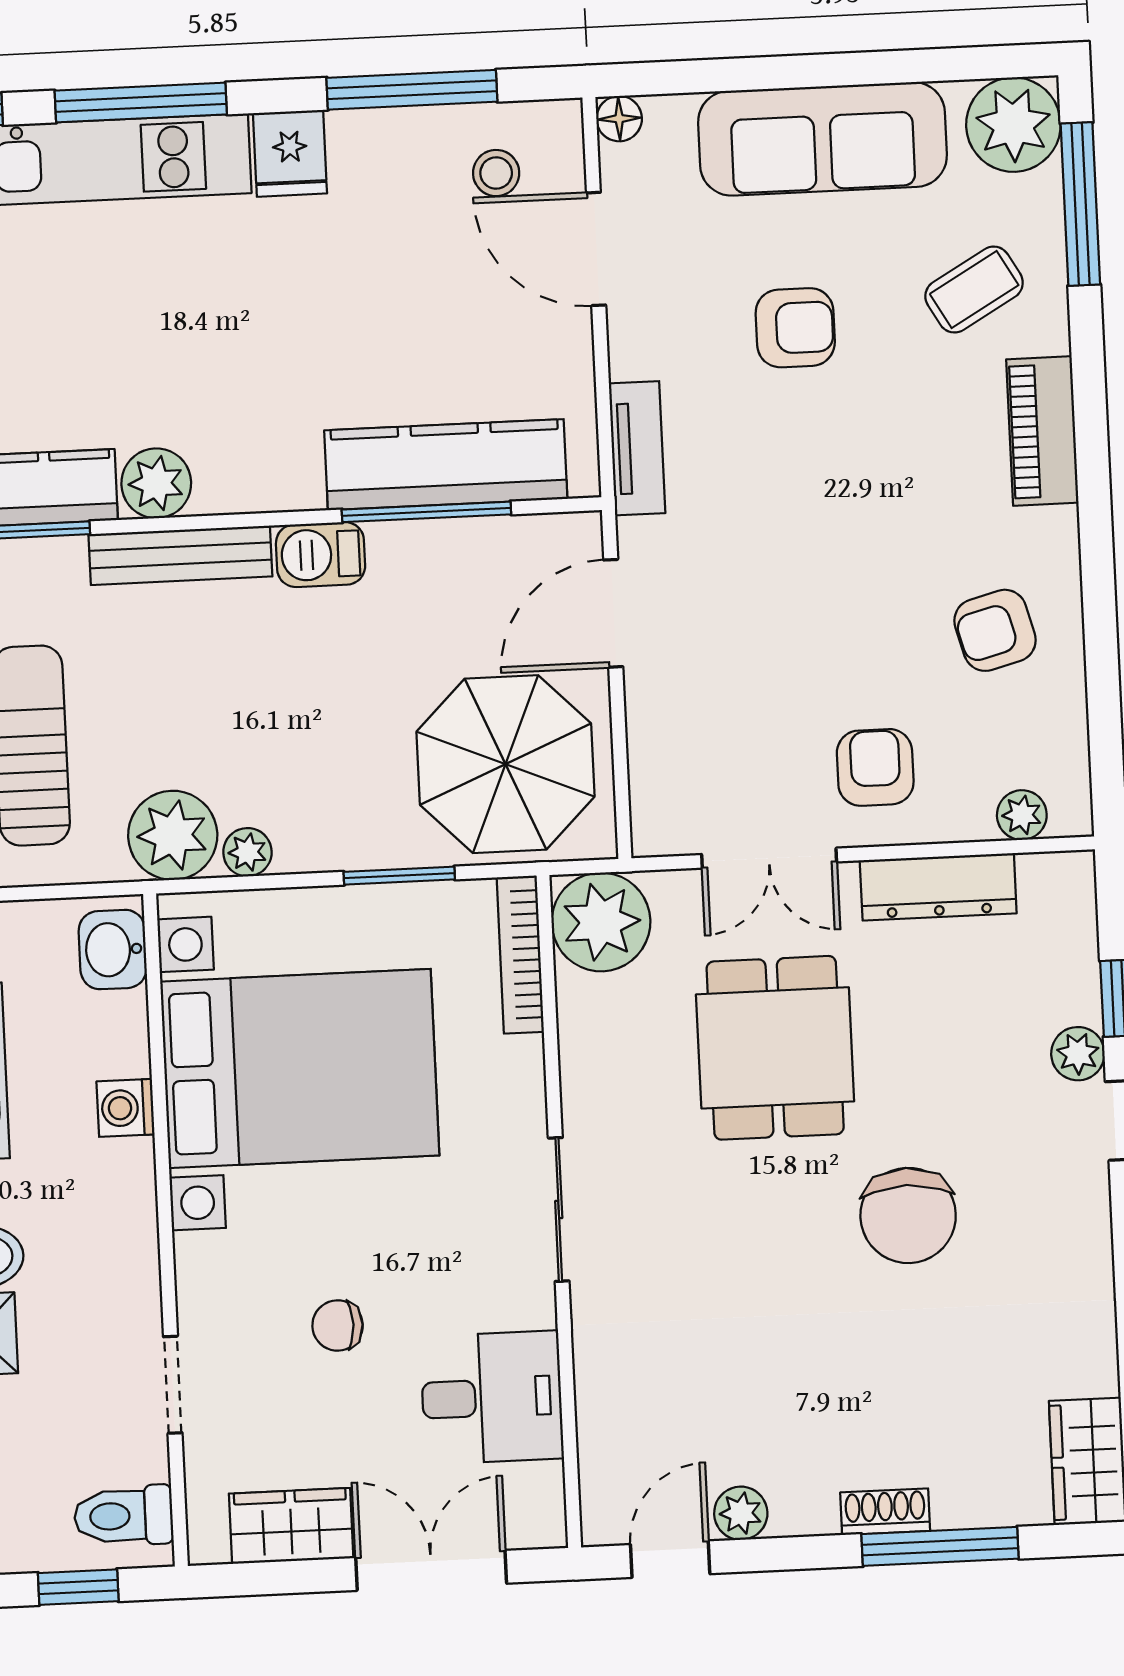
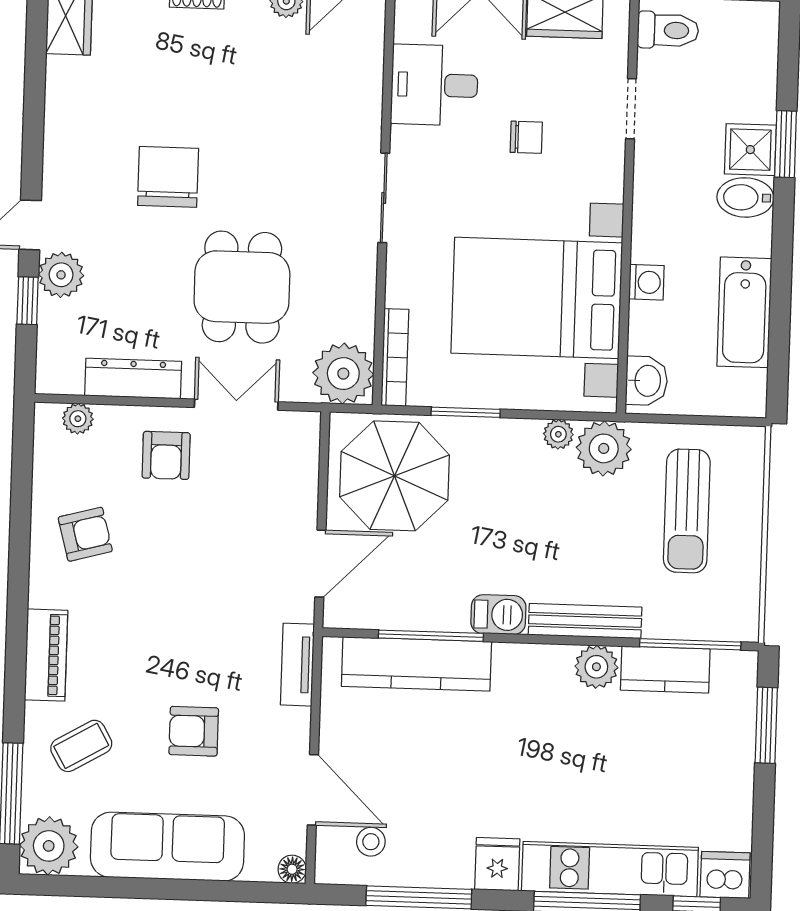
plant: (1078, 1054) -> (61, 275), width x1.38, depth x1.38

